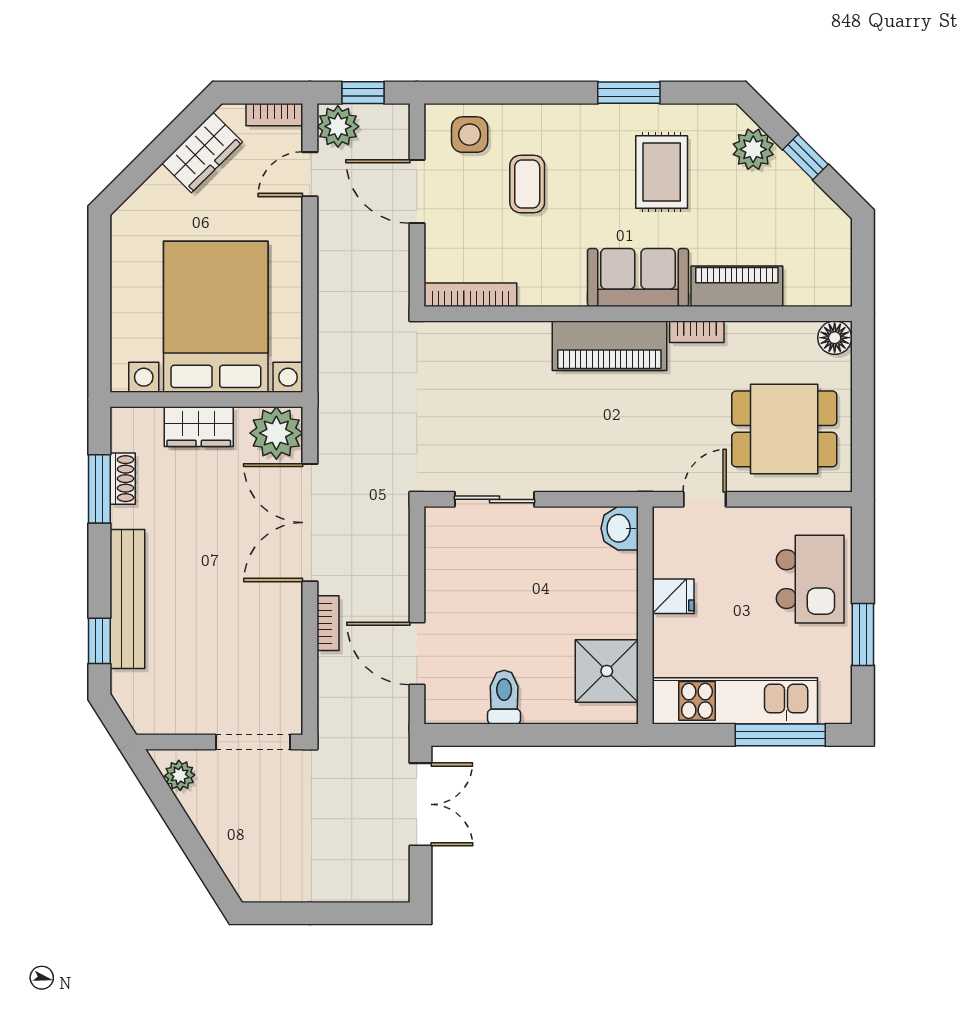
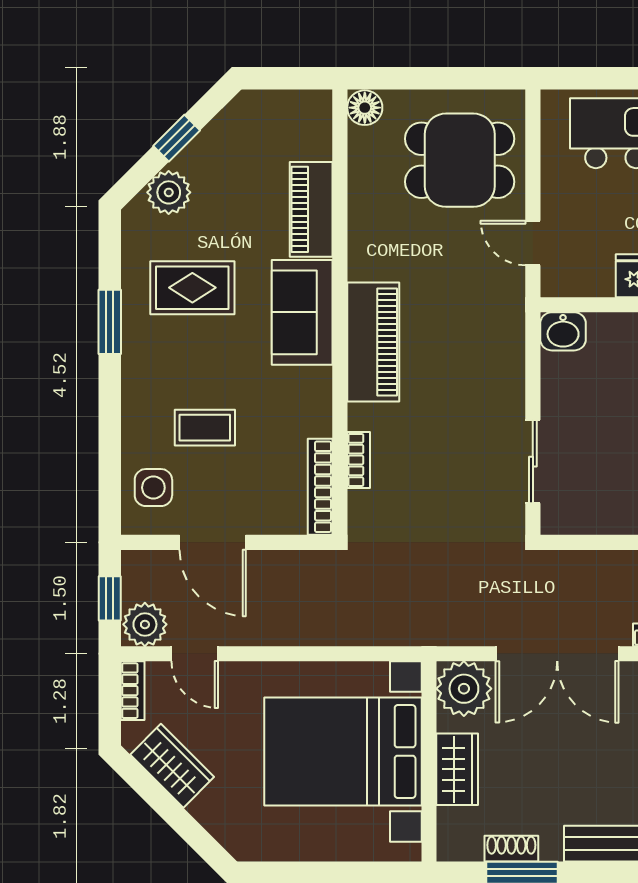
door: (417, 192) -> (213, 542), hinge flipped
bookcase: (697, 332) -> (359, 460), moved
dining table: (784, 429) -> (460, 160), turned 90

